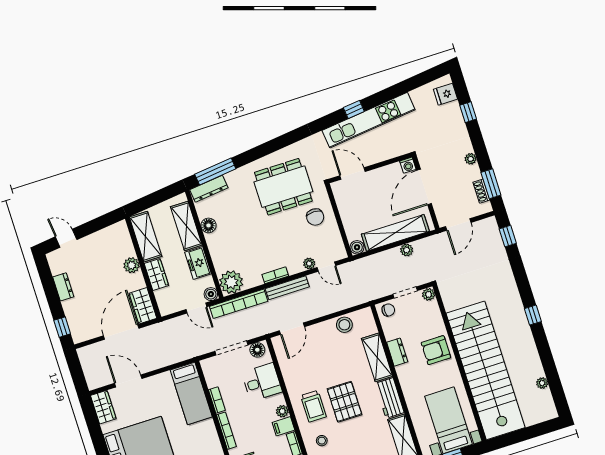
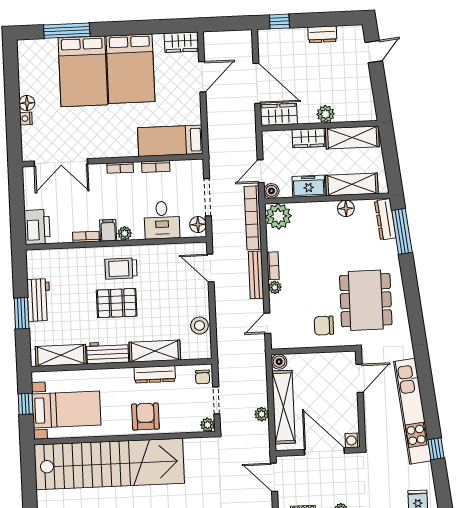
window: (354, 109) -> (436, 449), moved
plant: (309, 263) -> (275, 287), moved
dresser: (397, 352) -> (155, 374), width x1.44
bookcase: (226, 431) -> (120, 168), width x0.64
stool: (322, 441) -> (82, 267), removed

